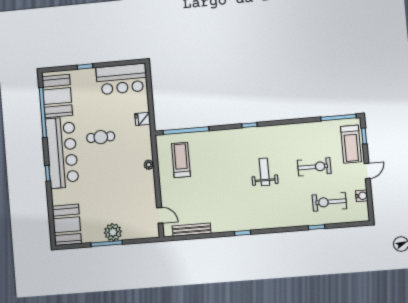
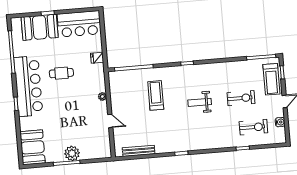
booth: (57, 96) -> (40, 27), moved, turned 90
treadmill: (181, 160) -> (156, 95), moved
weight bench: (264, 172) -> (200, 102), turned -90
exercise bike: (329, 202) -> (253, 127), turned 180
door: (160, 215) -> (110, 121), moved

